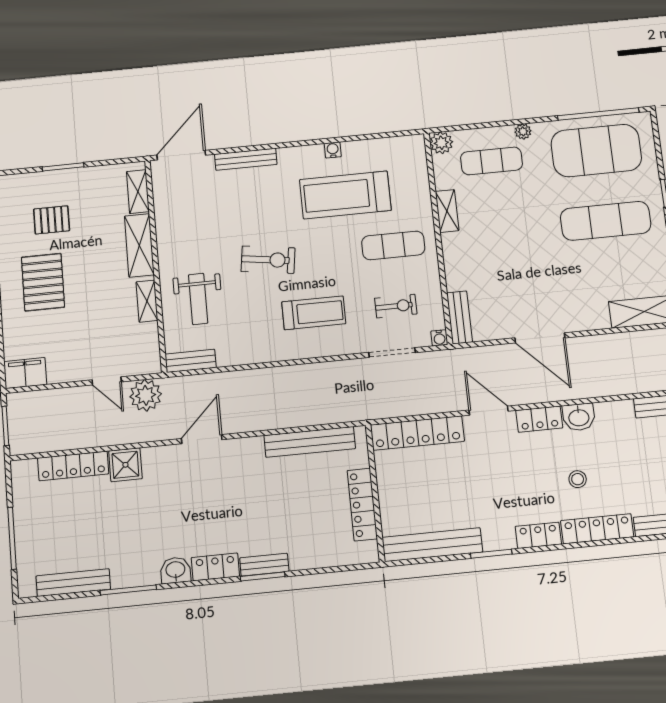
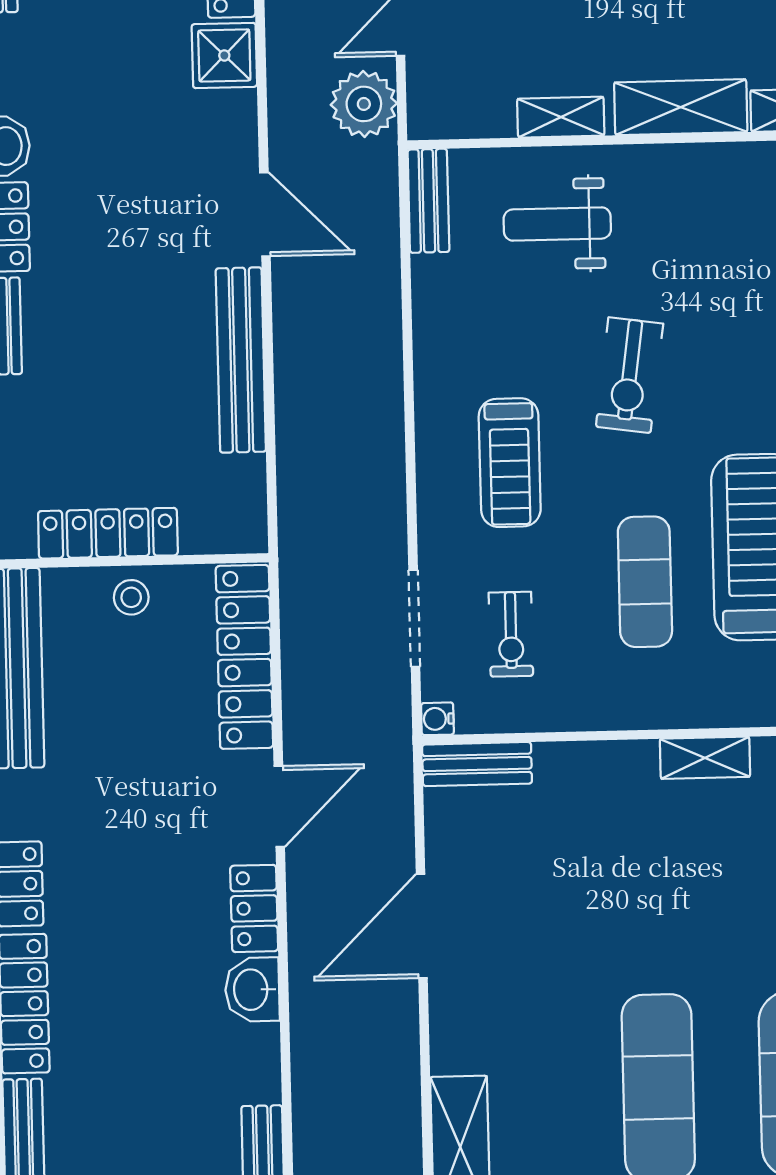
exercise mat: (393, 245) -> (645, 582), moved
bench: (310, 442) -> (241, 360), moved
stool: (578, 479) -> (131, 597), moved

